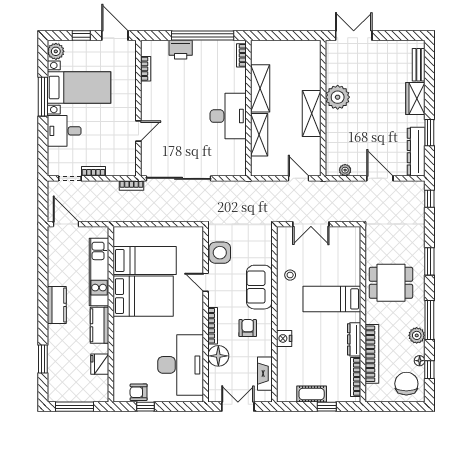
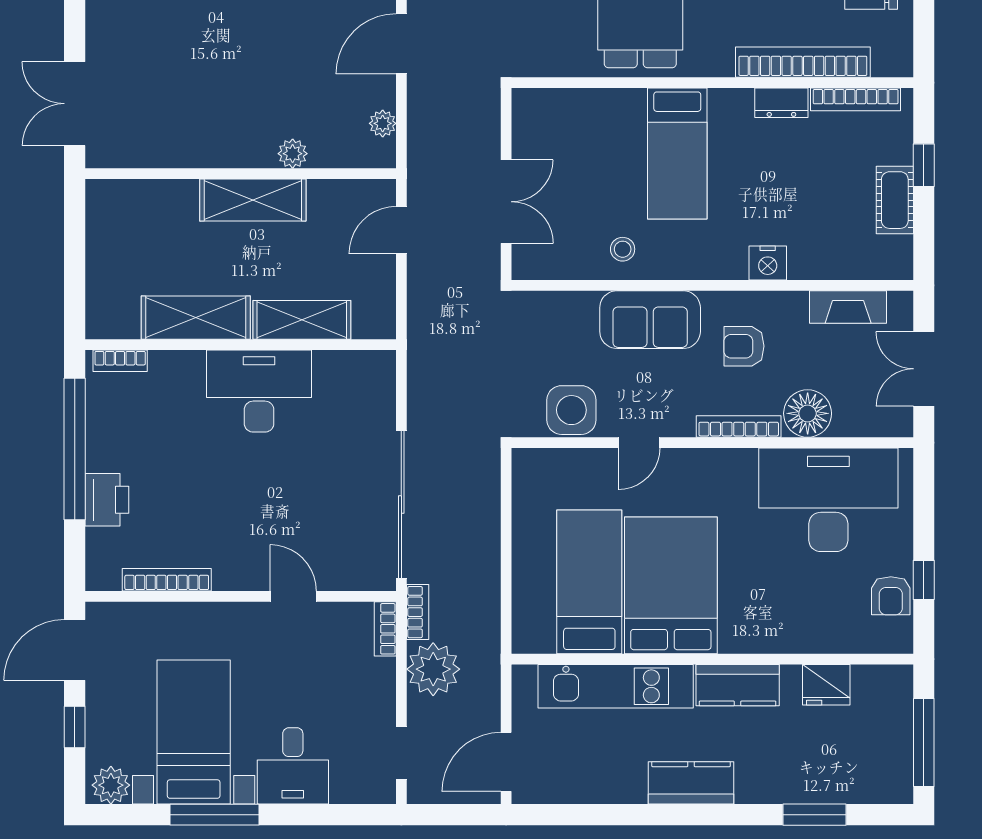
bookcase: (146, 69) -> (167, 580), width x1.56
plant: (338, 97) -> (293, 154), moved, width x0.53, depth x0.53
bookcase: (94, 171) -> (385, 629), moved
plant: (107, 192) -> (433, 669), added
dresser: (354, 339) -> (781, 103), width x0.70

